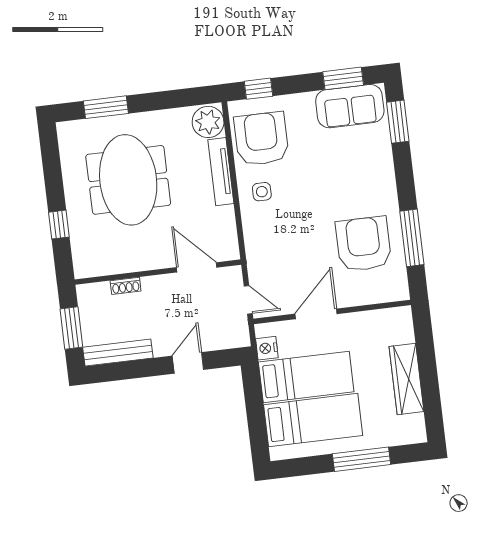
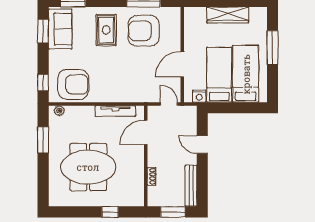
window: (106, 107) -> (43, 140), moved
plant: (208, 122) -> (59, 111), width x0.53, depth x0.53
armchair: (261, 139) -> (73, 84), turned 180
tv unit: (221, 172) -> (115, 111), moved
rug: (357, 182) -> (106, 30), added
side table: (262, 192) -> (105, 88), removed
door: (248, 300) -> (169, 104), hinge flipped
door: (316, 314) -> (182, 64), hinge flipped

